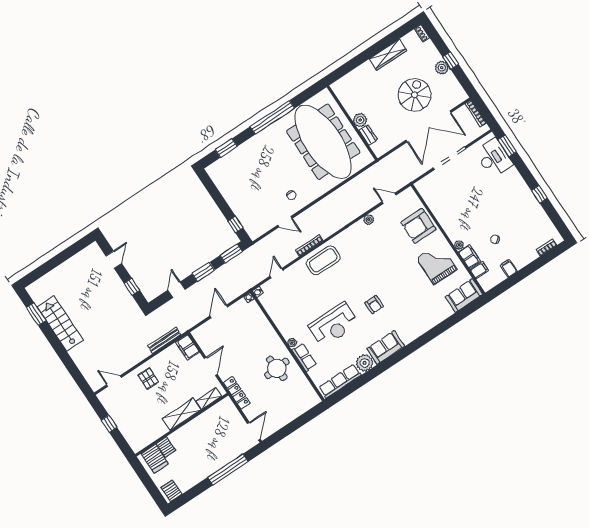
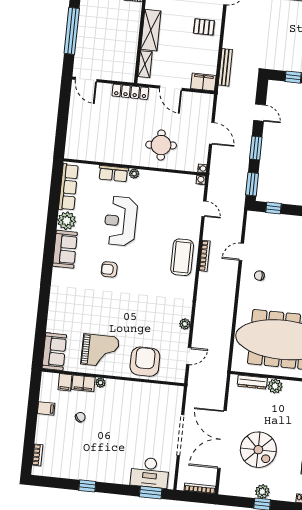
dresser: (368, 135) -> (252, 382), width x1.44
round table: (277, 368) -> (161, 145), moved

